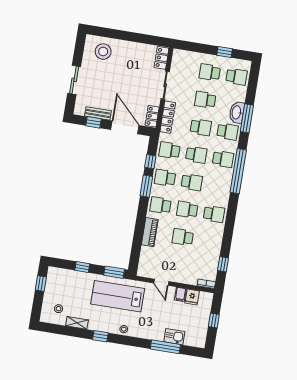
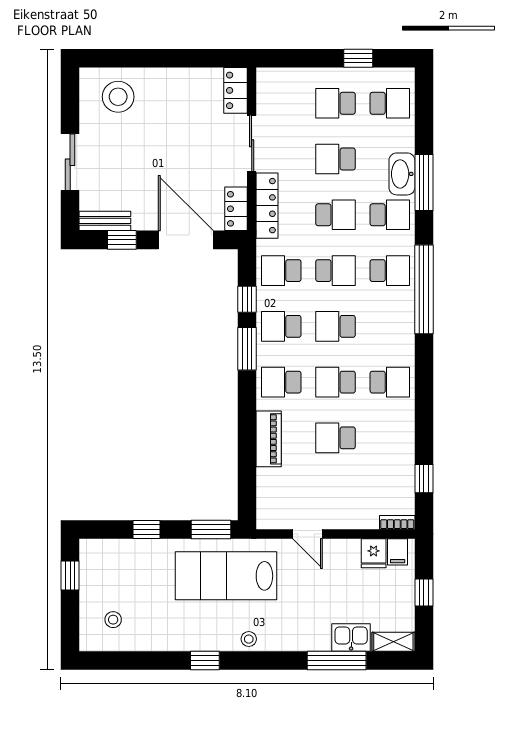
bench: (98, 113) -> (105, 221), moved
school desk: (192, 182) -> (336, 326), turned 180
filing cabinet: (180, 294) -> (398, 552), moved
shelving: (77, 323) -> (393, 642), moved

